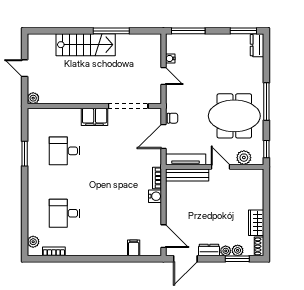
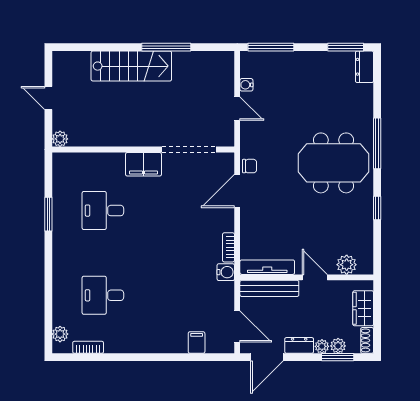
plant: (244, 158) -> (347, 265), moved
tv unit: (186, 159) -> (267, 267), moved
wall: (215, 167) -> (307, 277), moved
door: (220, 167) -> (315, 277), moved
bench: (187, 175) -> (269, 288), moved

